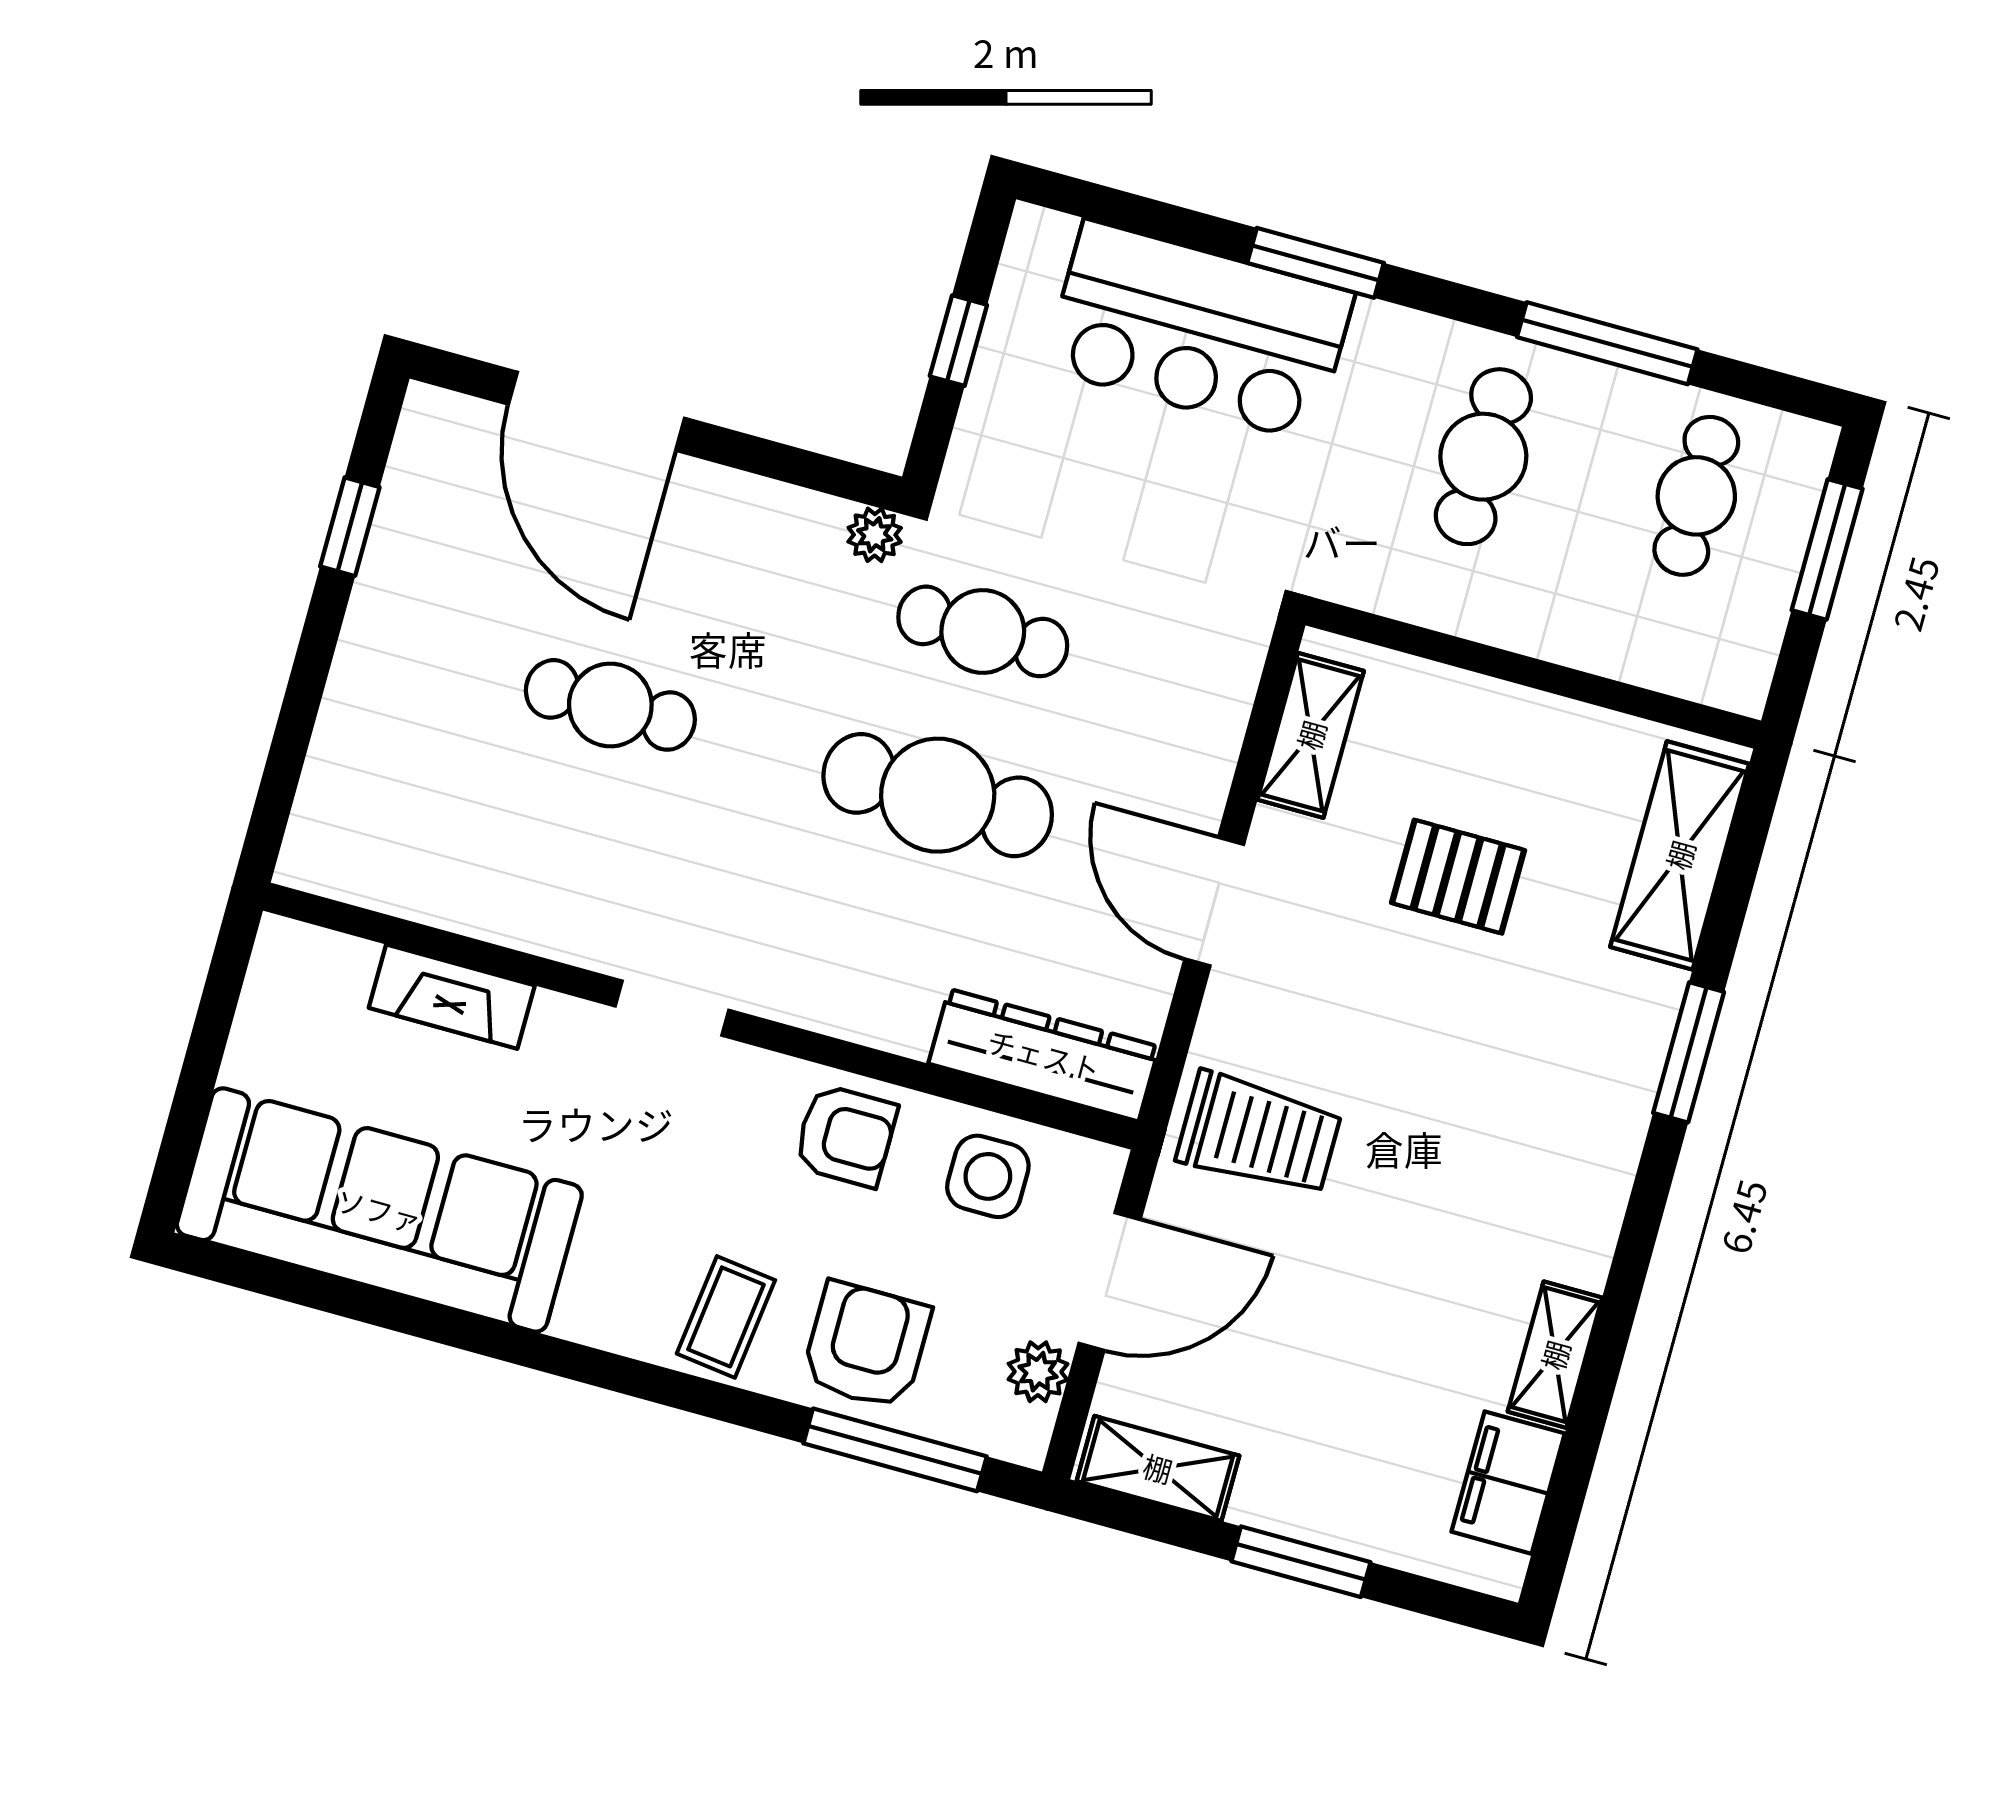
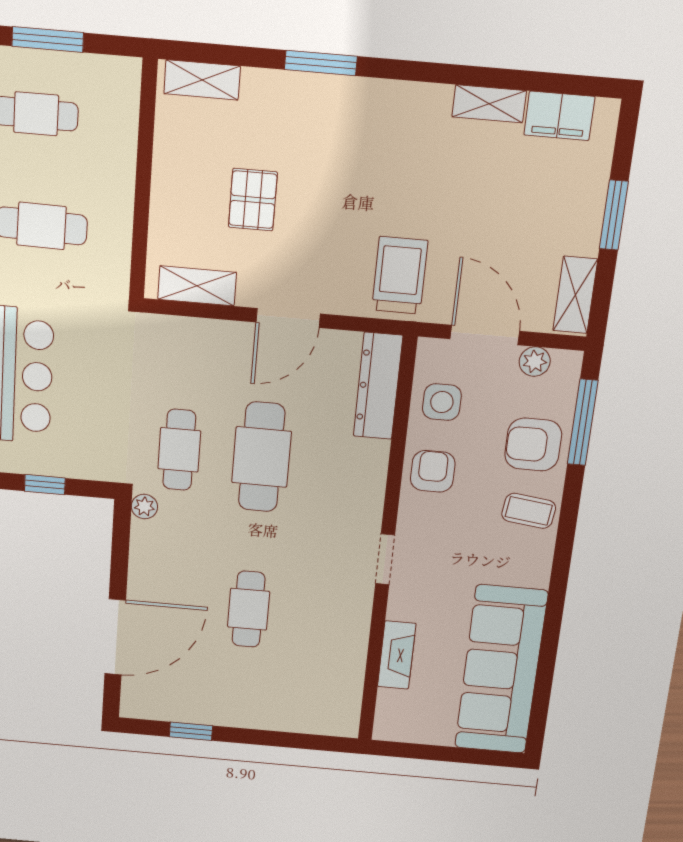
shelving: (1680, 855) -> (202, 80), width x0.67, depth x0.75

